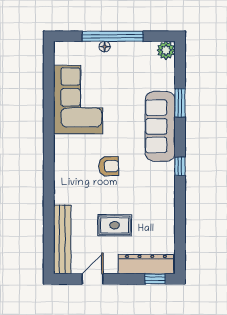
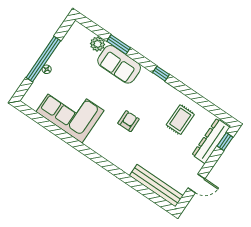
plant: (166, 50) -> (98, 44), moved
sofa: (160, 126) -> (119, 64), width x0.73
rug: (115, 225) -> (180, 120), moved
door: (93, 279) -> (196, 183), swing flipped

